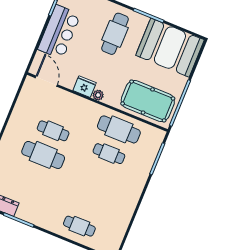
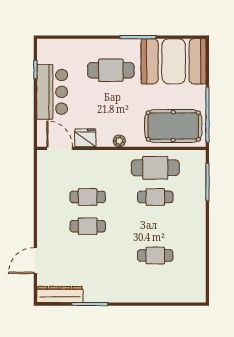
cafe table: (115, 34) -> (111, 70), turned 90
fridge: (85, 87) -> (85, 138), moved
cafe table: (43, 155) -> (88, 226), width x0.73, depth x0.74
cafe table: (79, 226) -> (155, 255), moved

